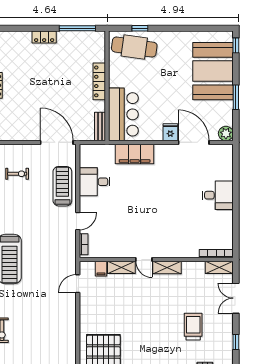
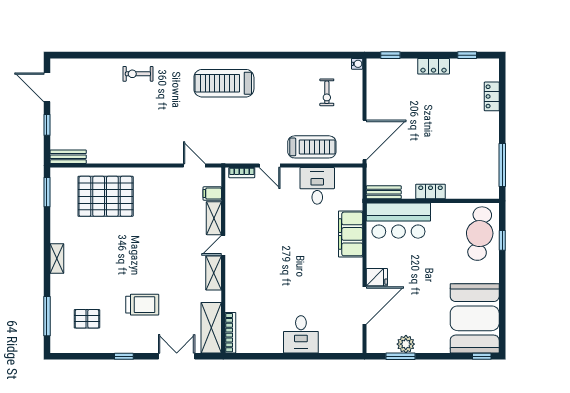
locker: (44, 37) -> (492, 96), moved
booth: (213, 71) -> (475, 318), moved, turned 90
locker: (99, 81) -> (430, 191), width x0.66
window: (236, 97) -> (401, 356), moved
plant: (226, 134) -> (406, 344), moved
shelving: (219, 267) -> (211, 328), width x1.50, depth x1.33

